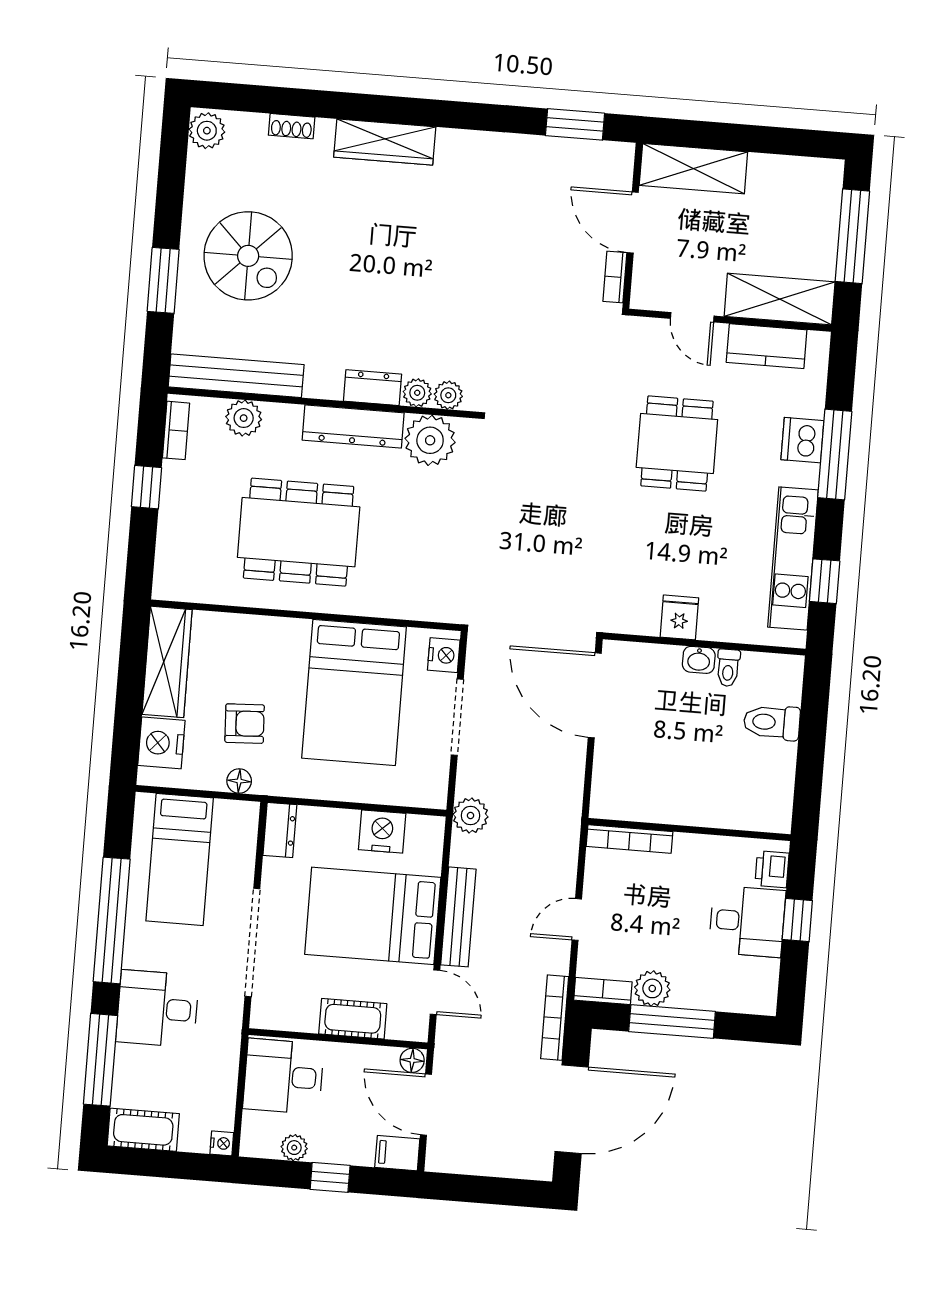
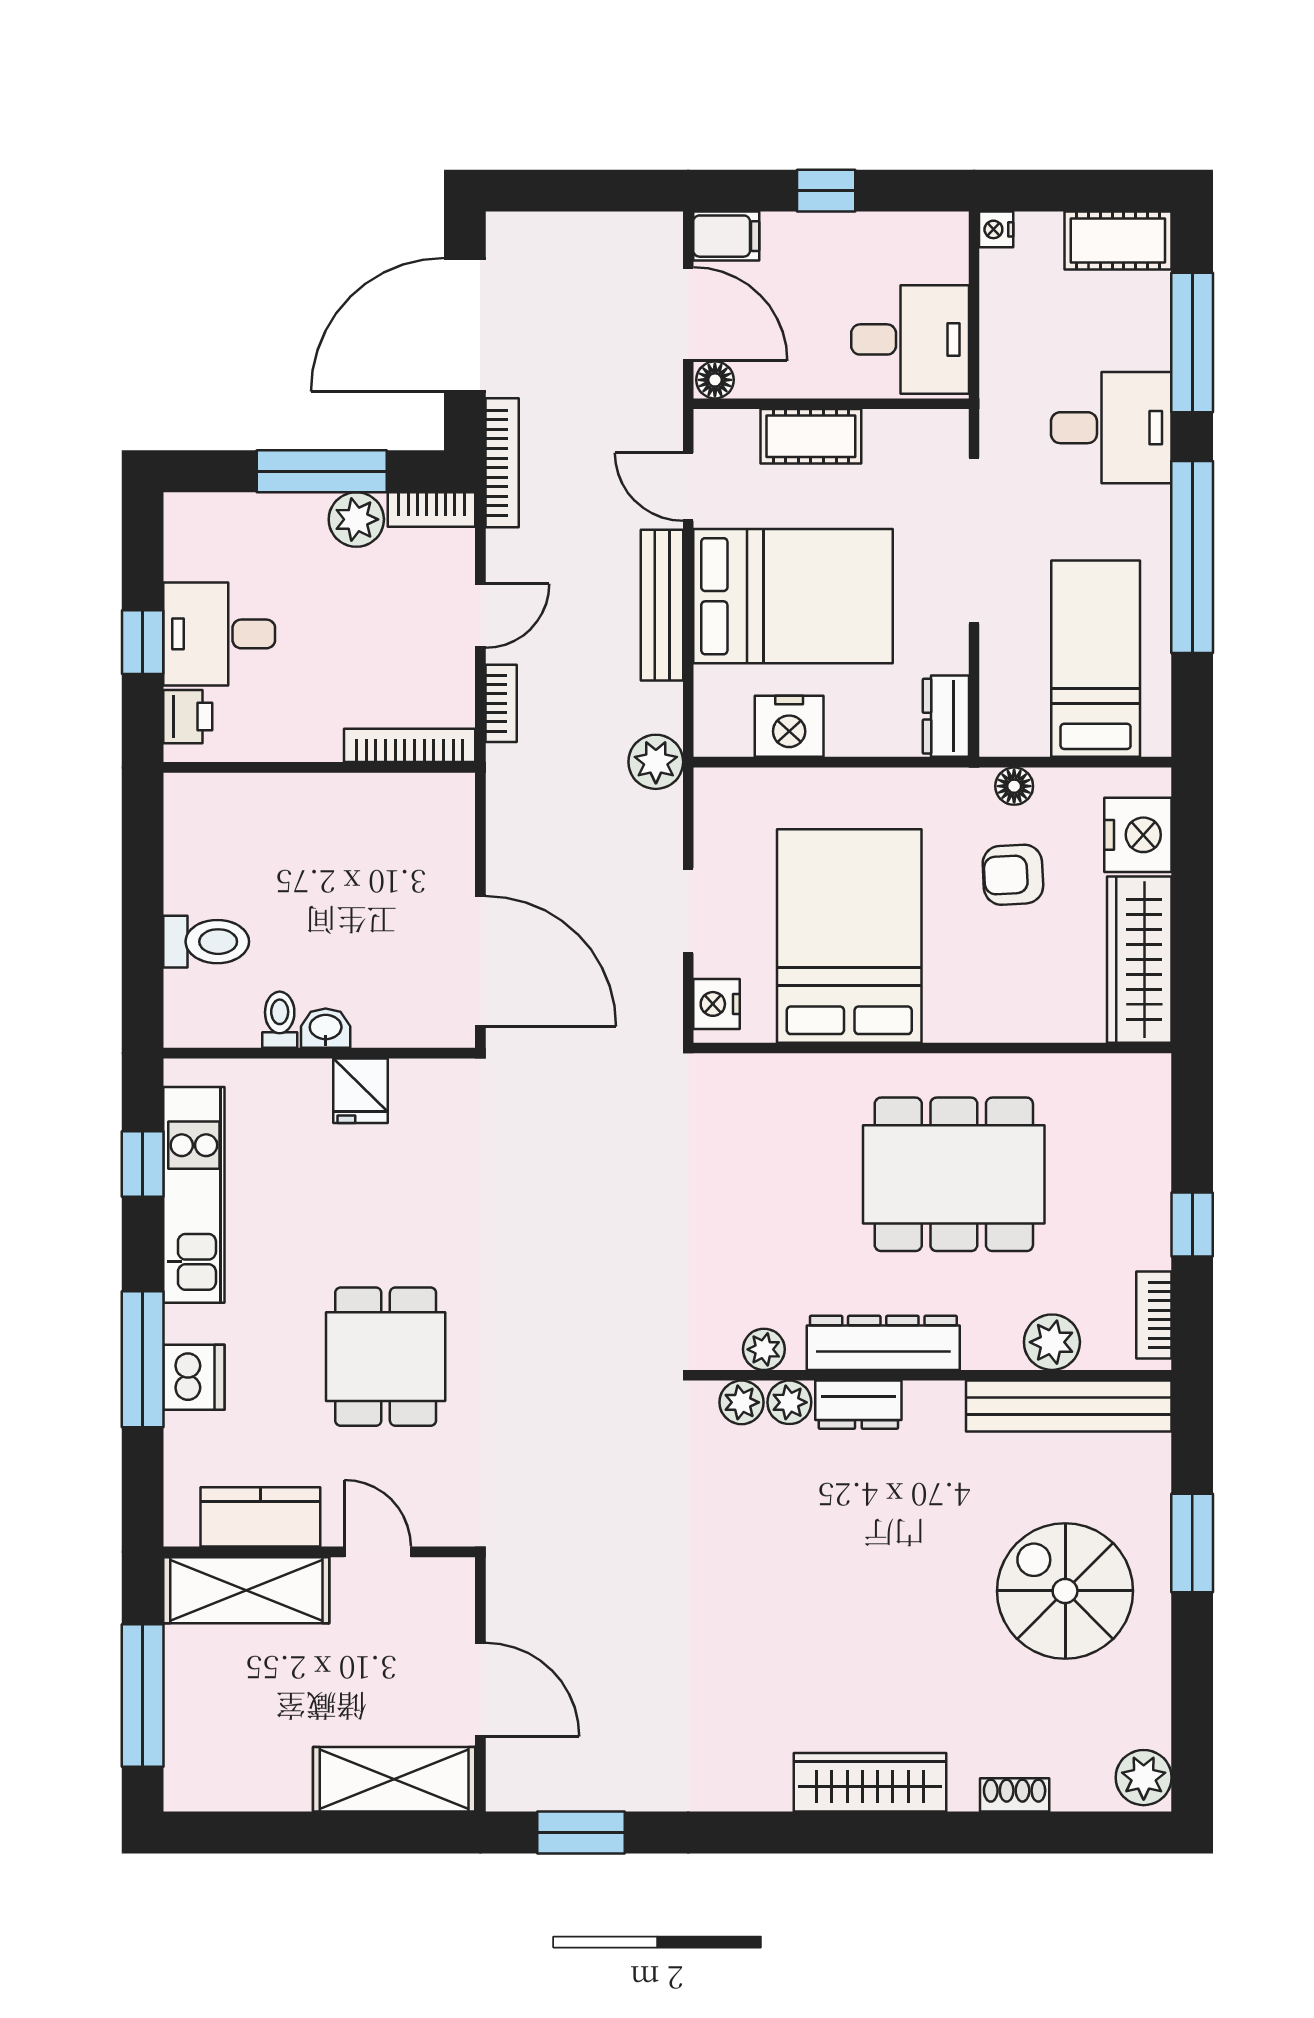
bookcase: (615, 277) -> (501, 703), moved
plant: (430, 440) -> (764, 1349), width x0.53, depth x0.53
doorway: (457, 717) -> (688, 911), width x0.73
plant: (294, 1148) -> (885, 232), removed

